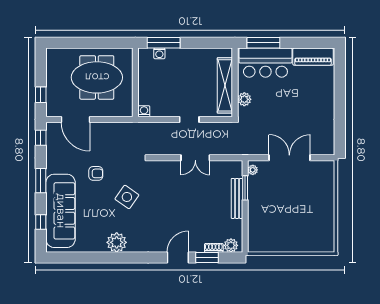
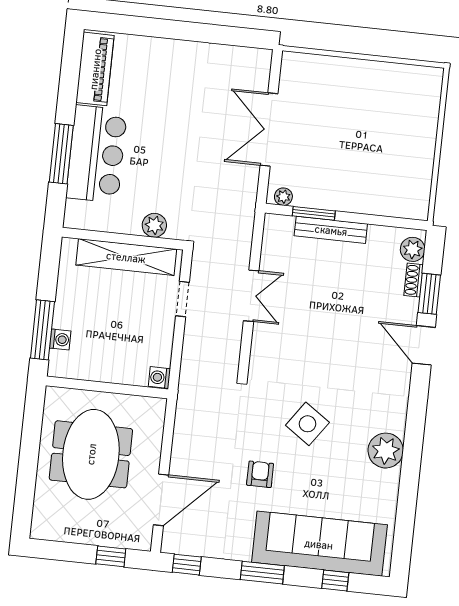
wall: (235, 82) -> (123, 239), moved
shelving: (225, 85) -> (126, 257), moved
plant: (244, 99) -> (154, 225), moved

